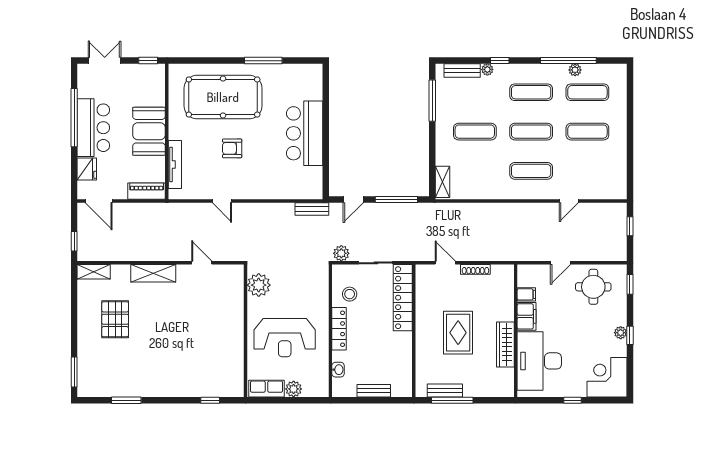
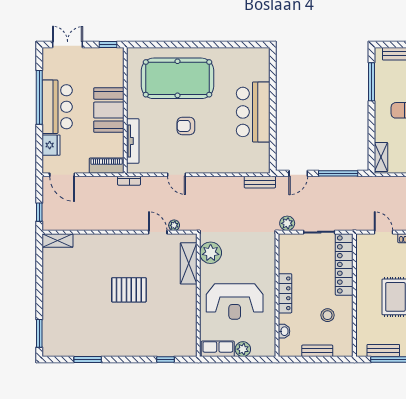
window: (263, 61) -> (215, 44), removed
bookcase: (171, 207) -> (129, 181), added
plant: (219, 255) -> (174, 225), added
shelving: (153, 273) -> (189, 263), moved, turned 90
stool: (350, 294) -> (328, 315), moved
pallet: (115, 319) -> (129, 290), moved, turned 90

